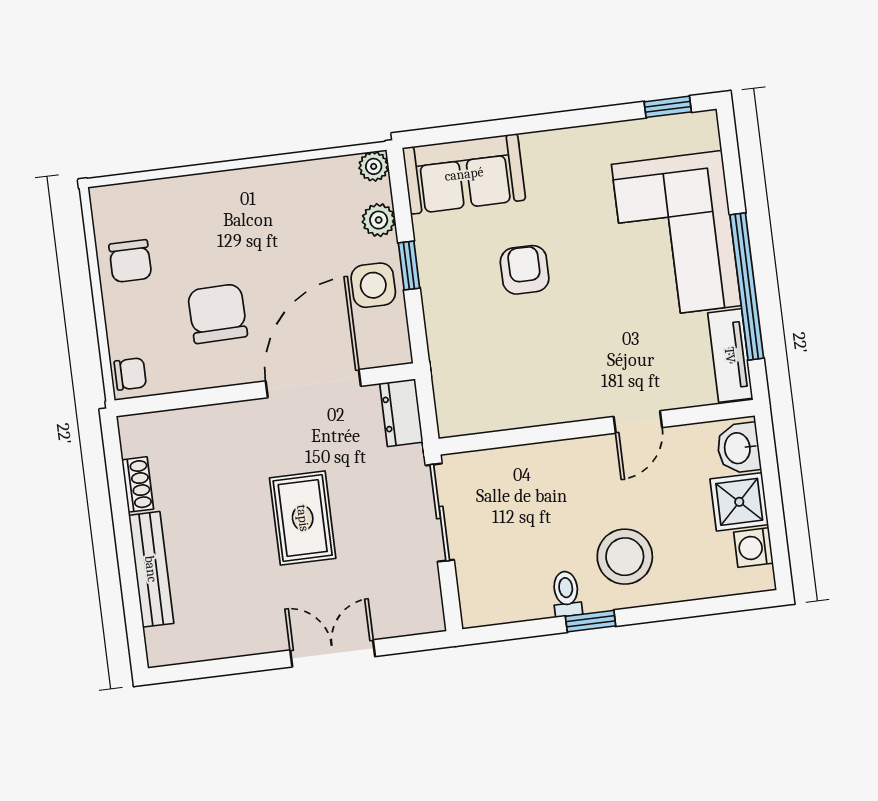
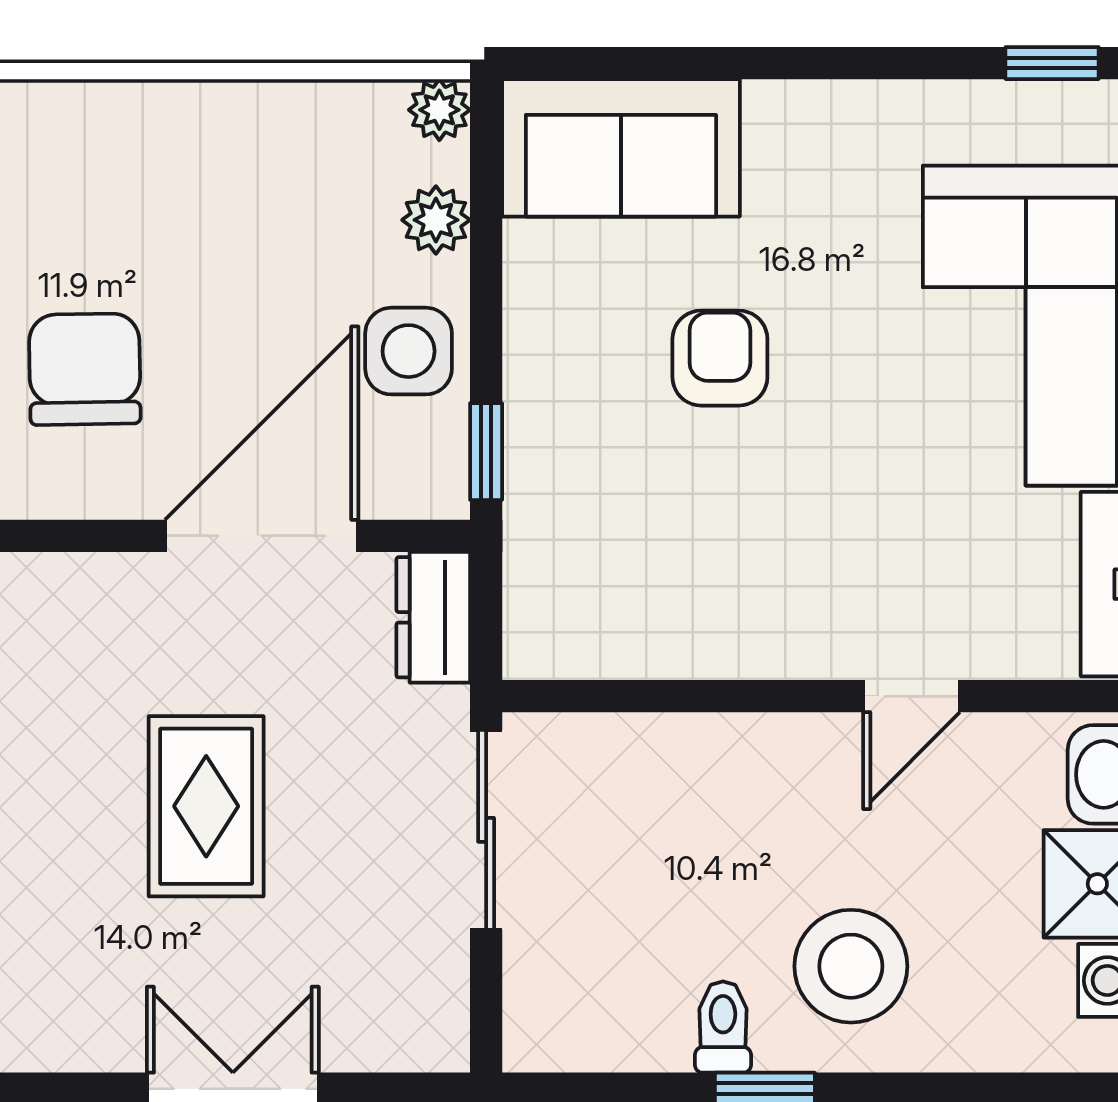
window: (409, 265) -> (486, 452), moved

